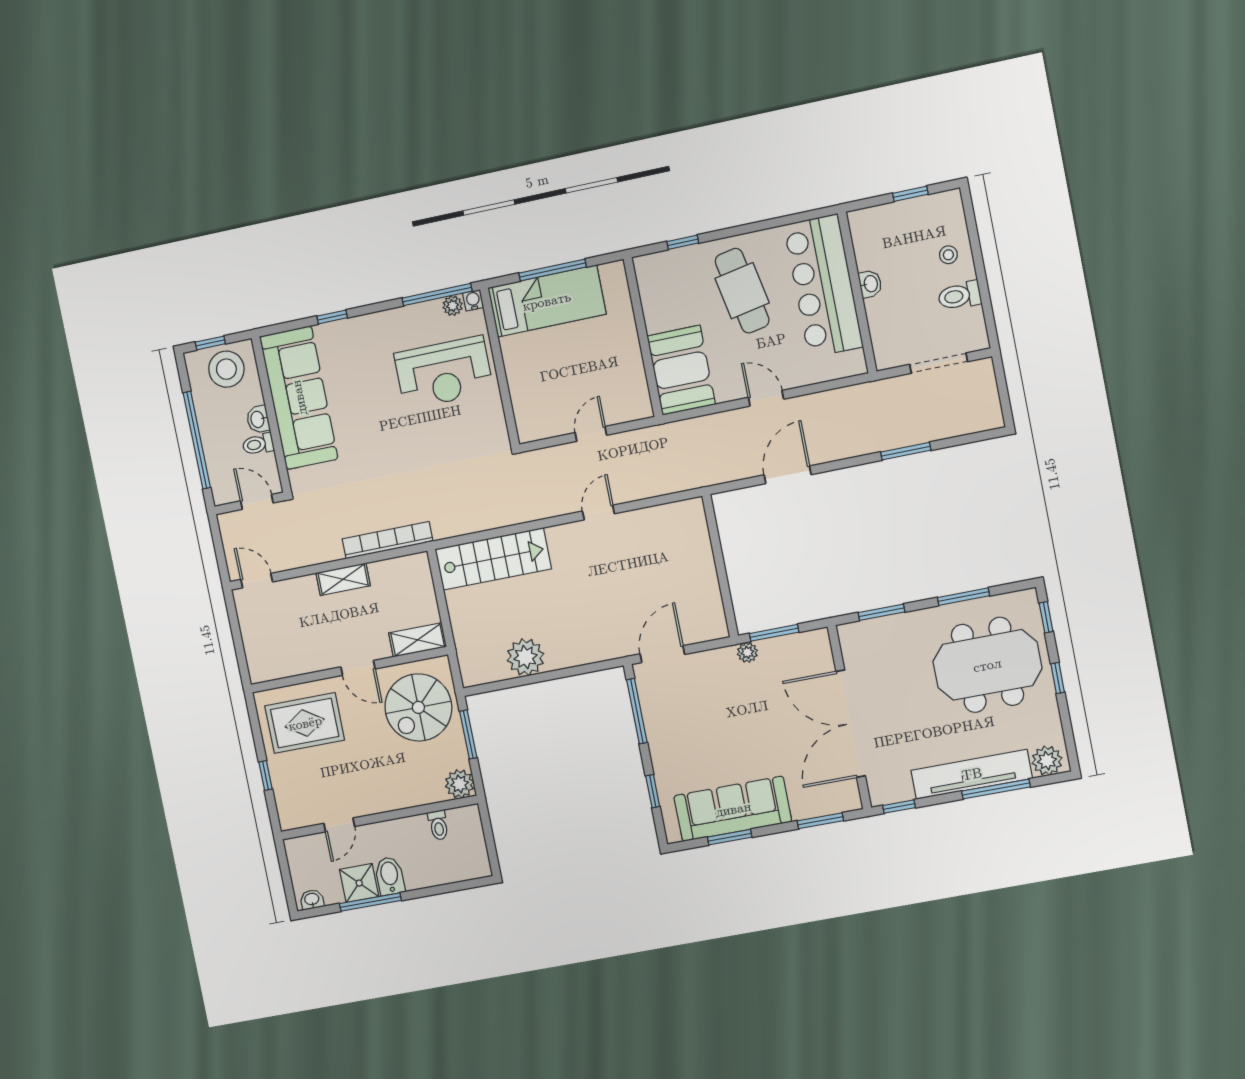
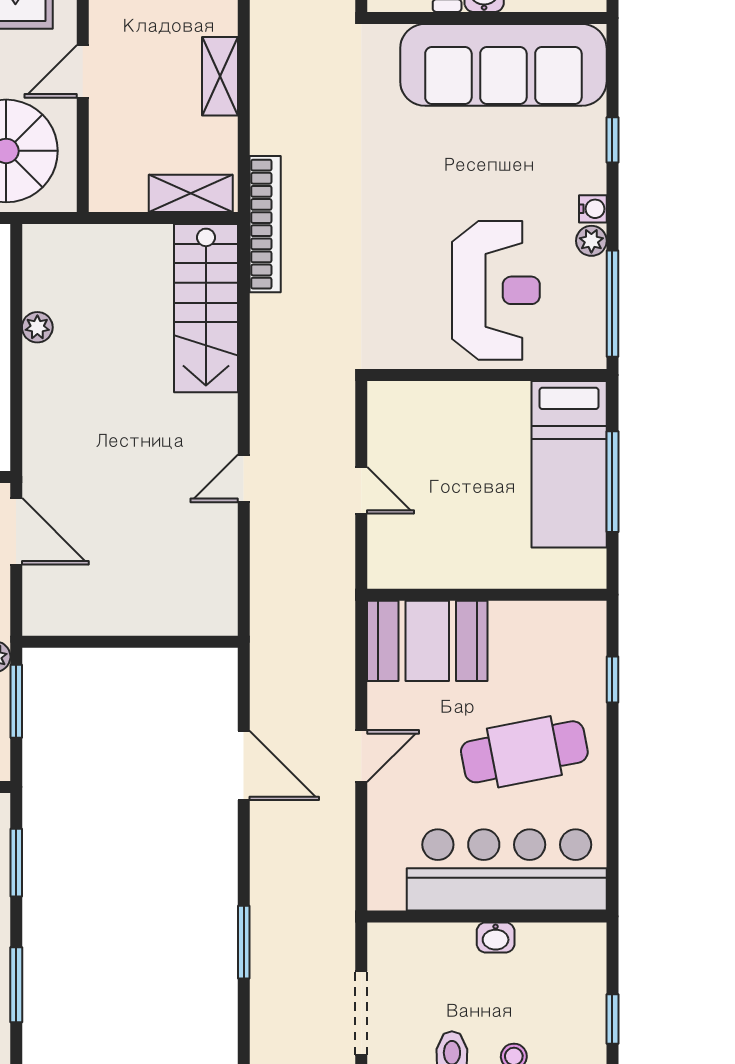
water cooler: (473, 300) -> (593, 209), moved
plant: (453, 306) -> (591, 241), moved
reception desk: (444, 373) -> (496, 290), turned 180
door: (598, 512) -> (244, 478), swing flipped
bookcase: (387, 540) -> (265, 224), moved
shelving: (418, 640) -> (191, 193), moved, turned 90
plant: (525, 657) -> (37, 327), width x0.53, depth x0.53

